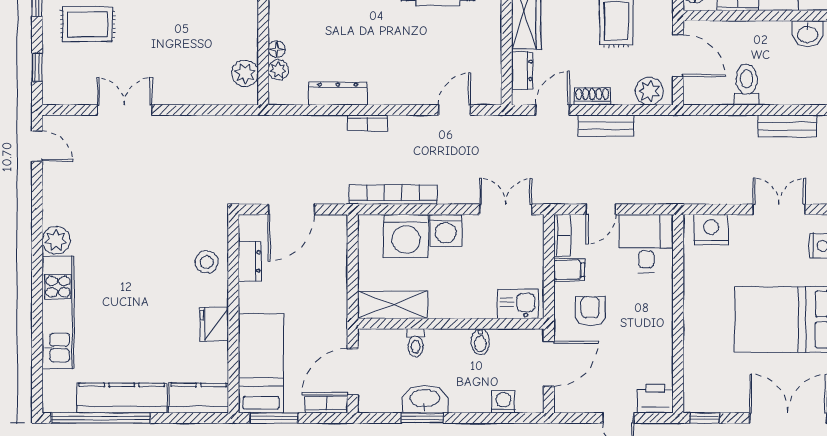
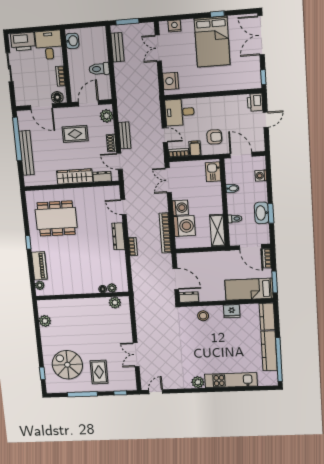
dresser: (338, 94) -> (118, 236), moved
dresser: (250, 261) -> (189, 297), moved
armchair: (590, 311) -> (214, 137), turned 180

